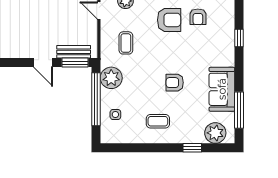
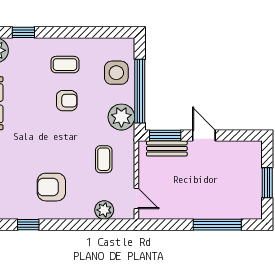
armchair: (198, 17) -> (17, 191), removed
armchair: (175, 83) -> (67, 101), moved
side table: (115, 114) -> (116, 73), width x1.87, depth x1.87

